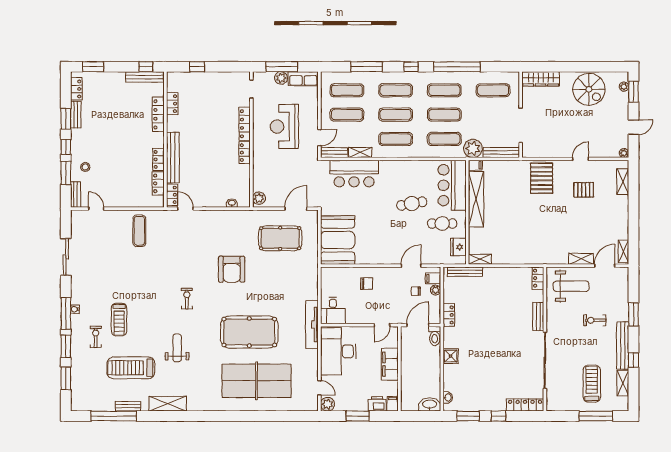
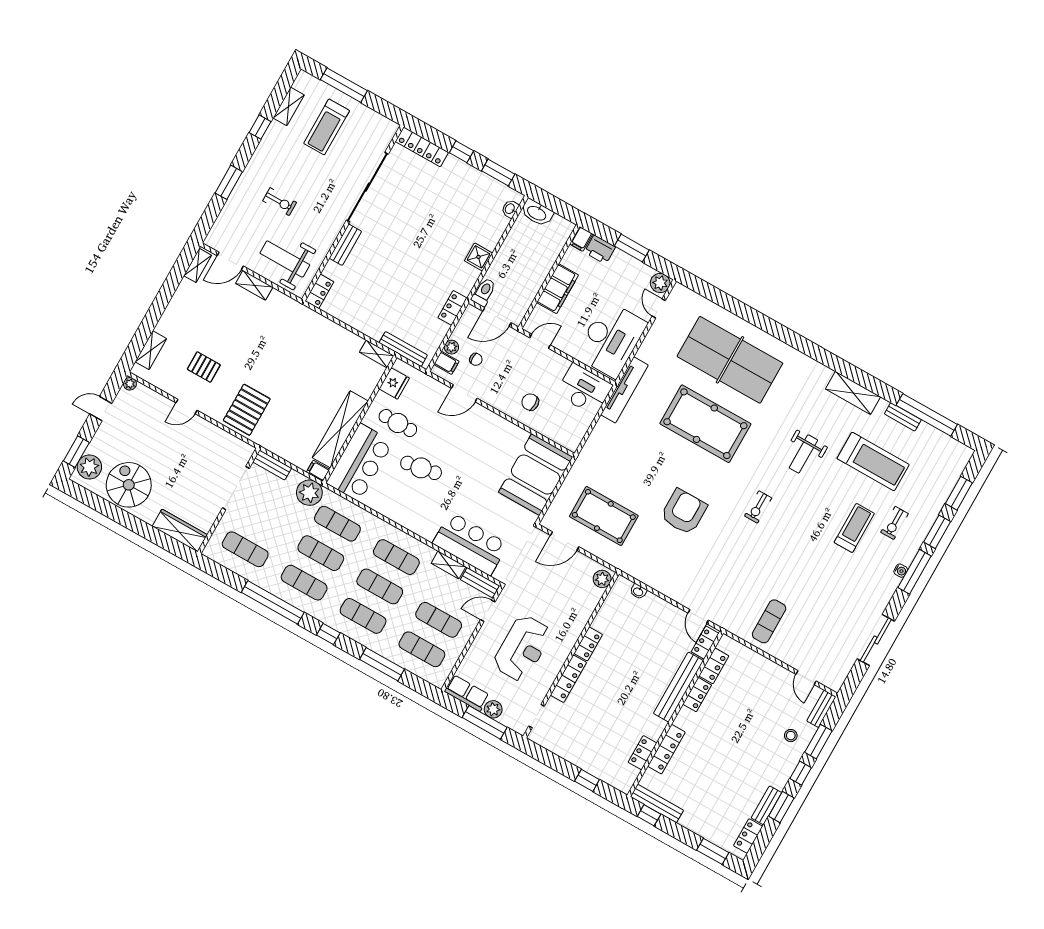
plant: (624, 87) -> (89, 467), width x1.88, depth x1.88
bench: (501, 153) -> (272, 465), width x0.73
desk: (333, 311) -> (584, 389), width x1.37
bench: (623, 345) -> (263, 152), removed

